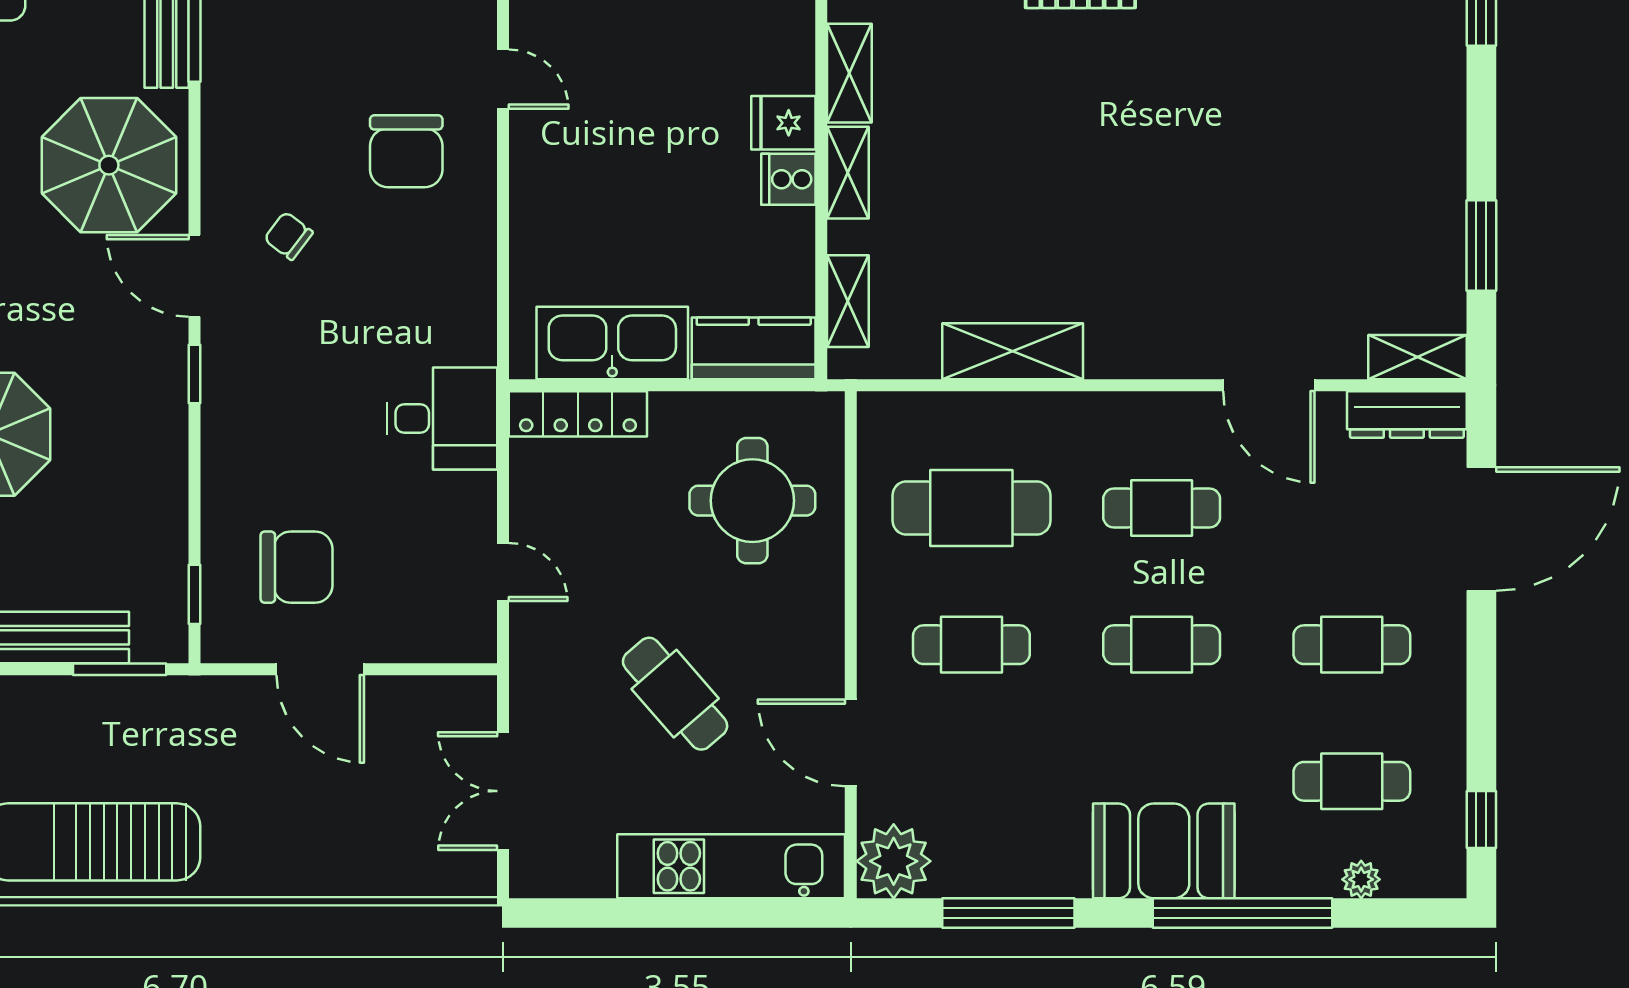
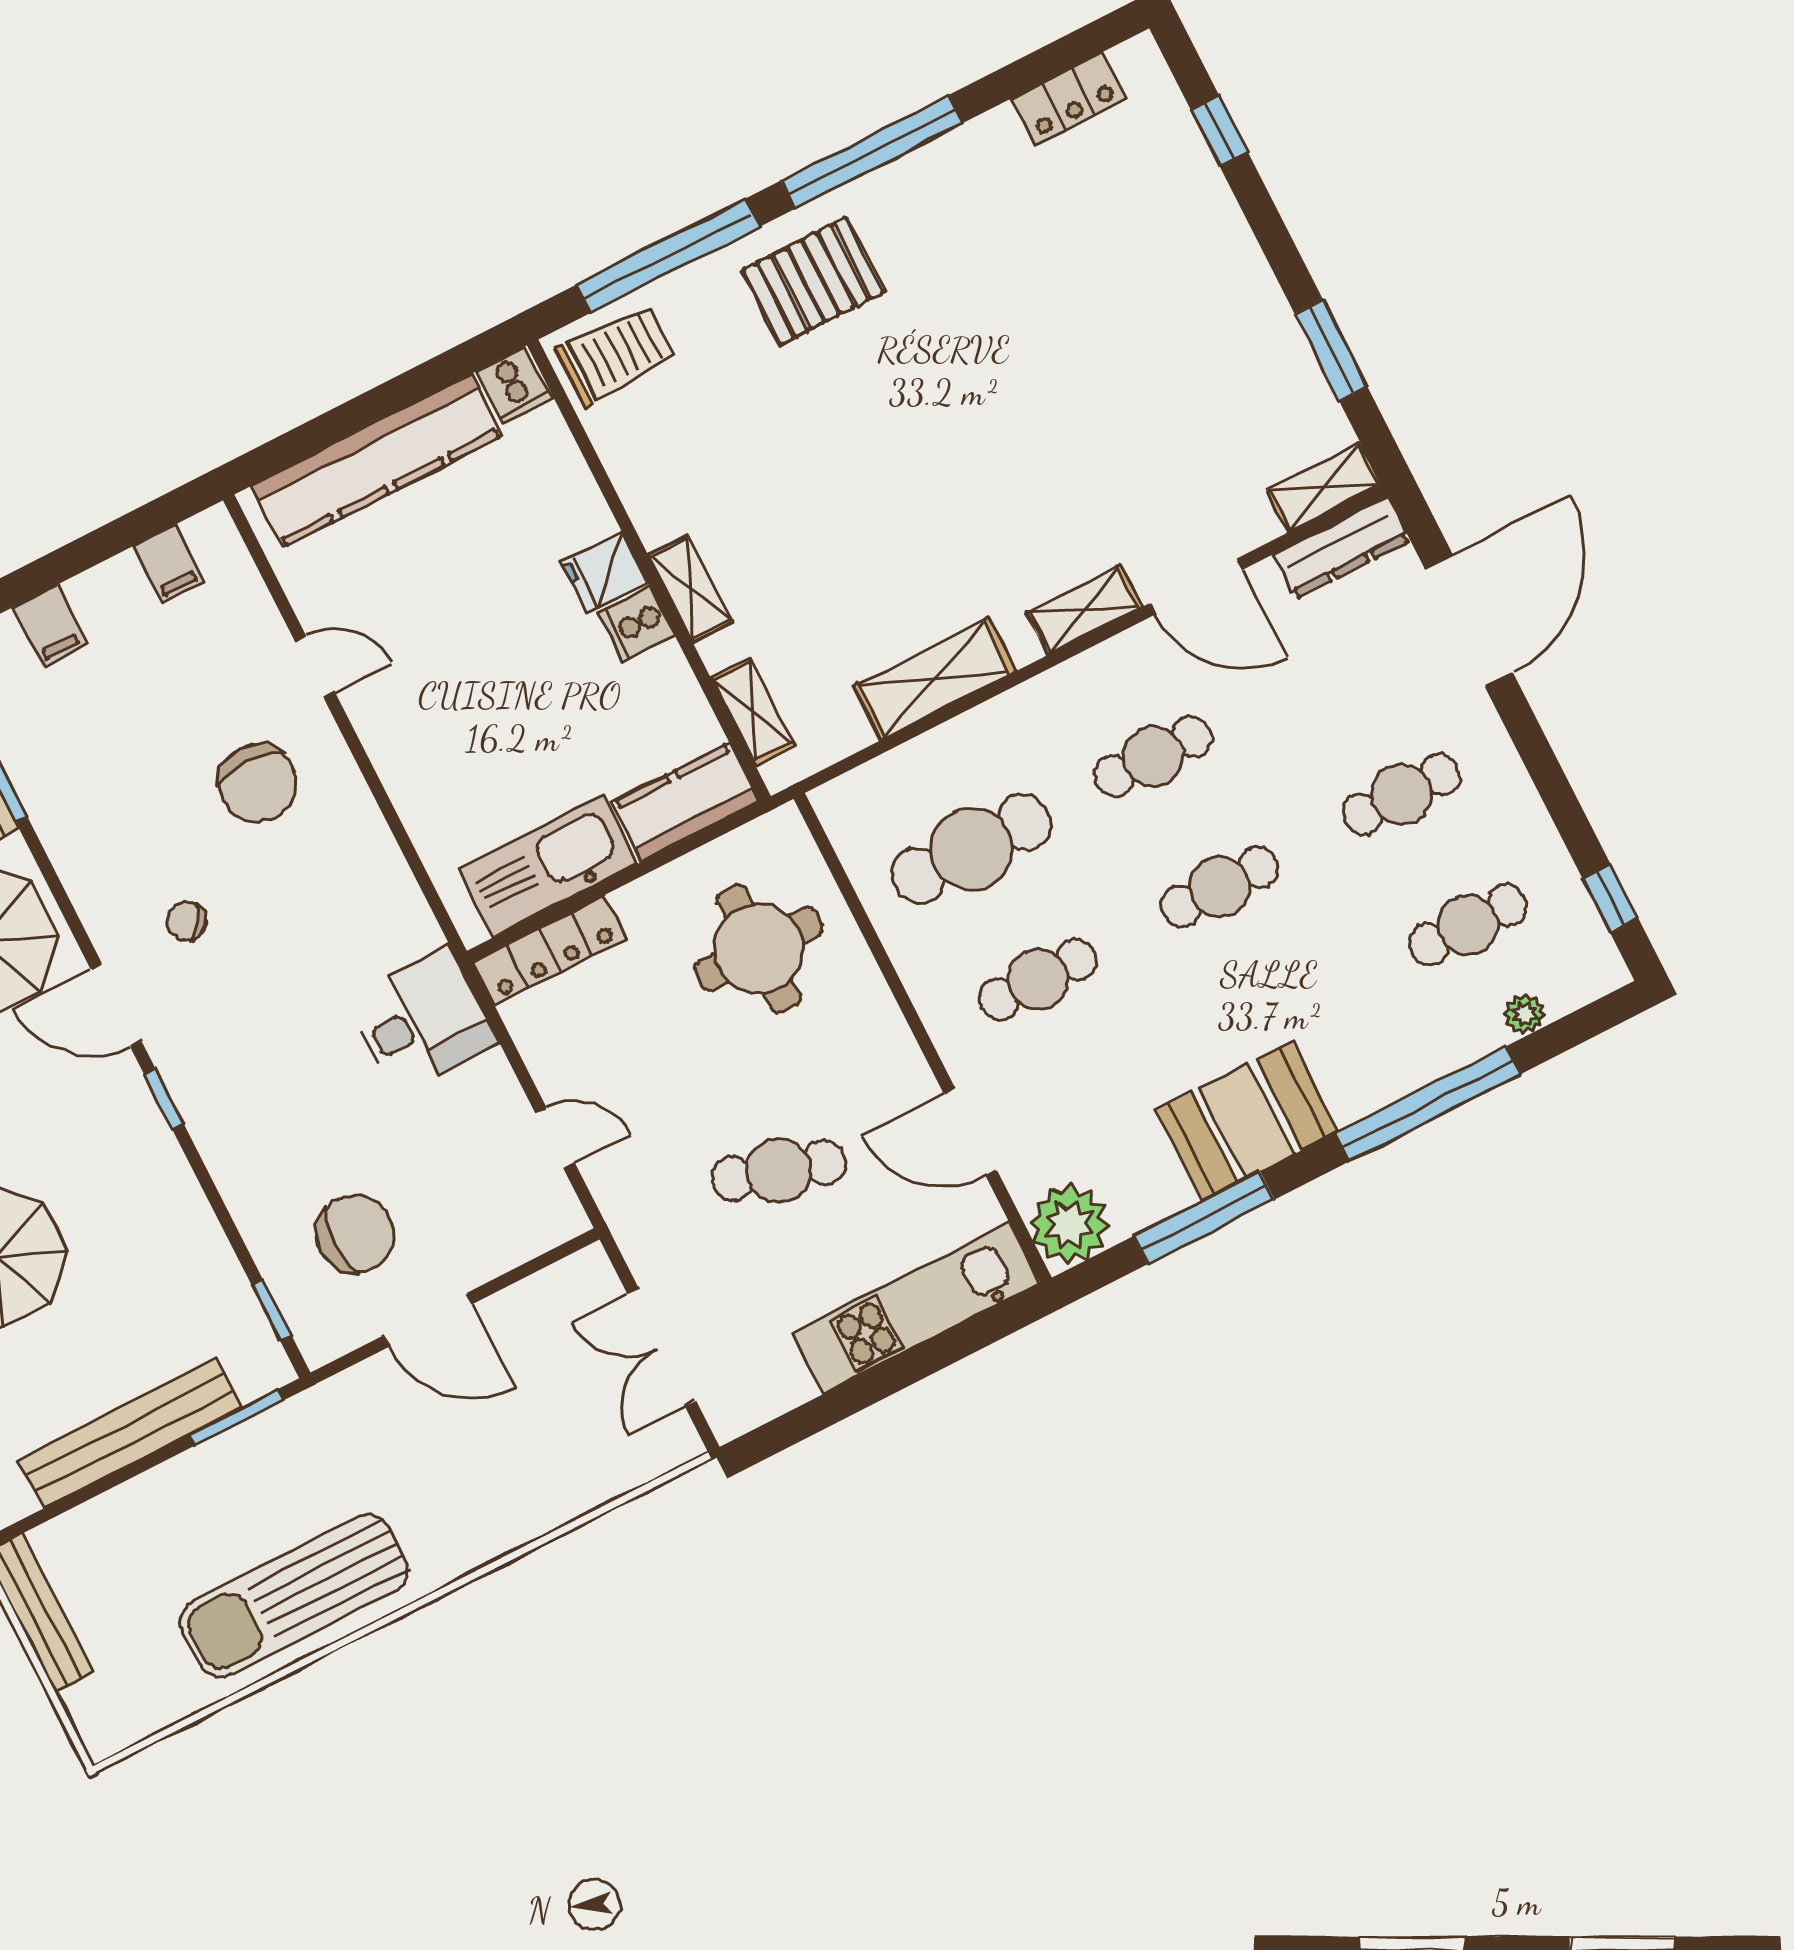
shelving: (849, 73) -> (1084, 610), moved, turned 90
cafe table: (675, 694) -> (779, 1171), turned -32
booth: (1164, 851) -> (1247, 1121), moved

